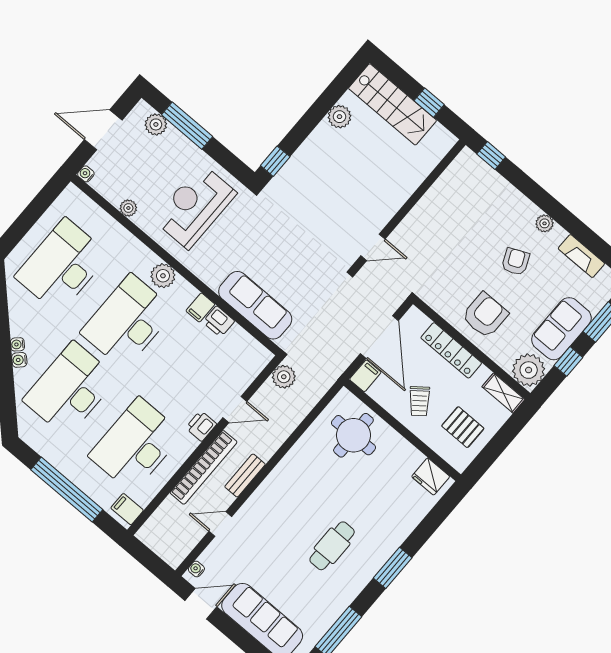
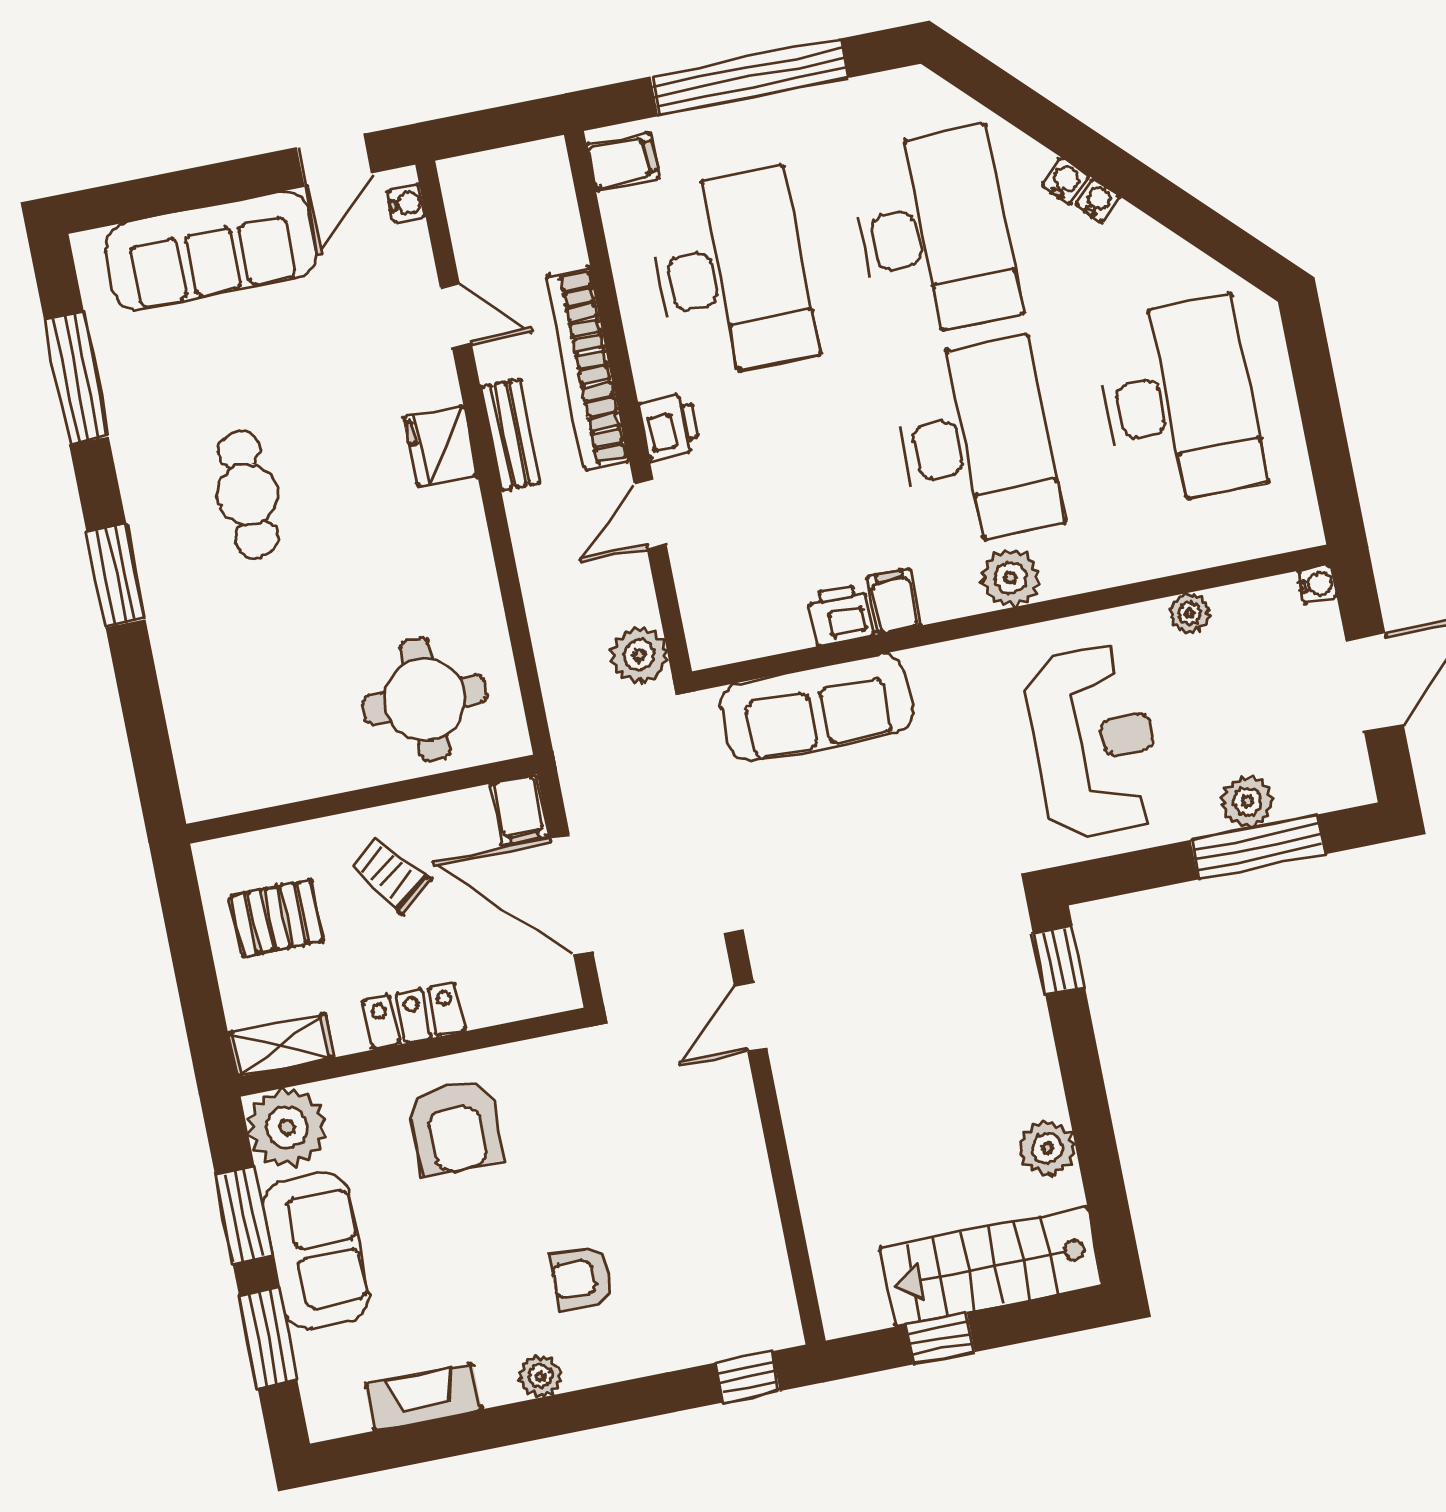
plant: (156, 124) -> (1247, 802), moved
armchair: (516, 262) -> (582, 1278), moved, turned 114
locker: (451, 350) -> (414, 1016), width x0.66
window: (568, 361) -> (244, 1215), width x1.50
fridge: (431, 476) -> (440, 446), moved, turned -90
door: (220, 524) -> (456, 316), hinge flipped

